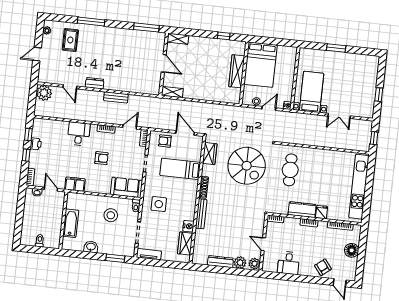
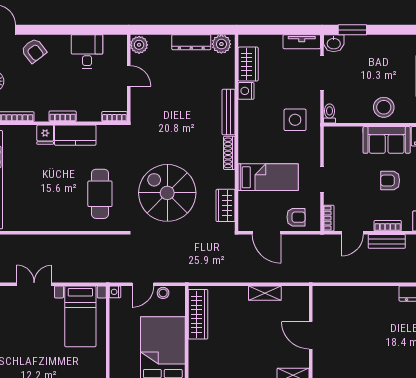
wardrobe: (237, 71) -> (198, 314), moved
shelving: (172, 92) -> (265, 293), moved
bench: (116, 97) -> (387, 241), moved
sofa: (126, 187) -> (387, 140), moved
stool: (111, 215) -> (384, 107), moved
washbasin: (91, 247) -> (334, 43), moved
plant: (240, 263) -> (221, 44), moved

